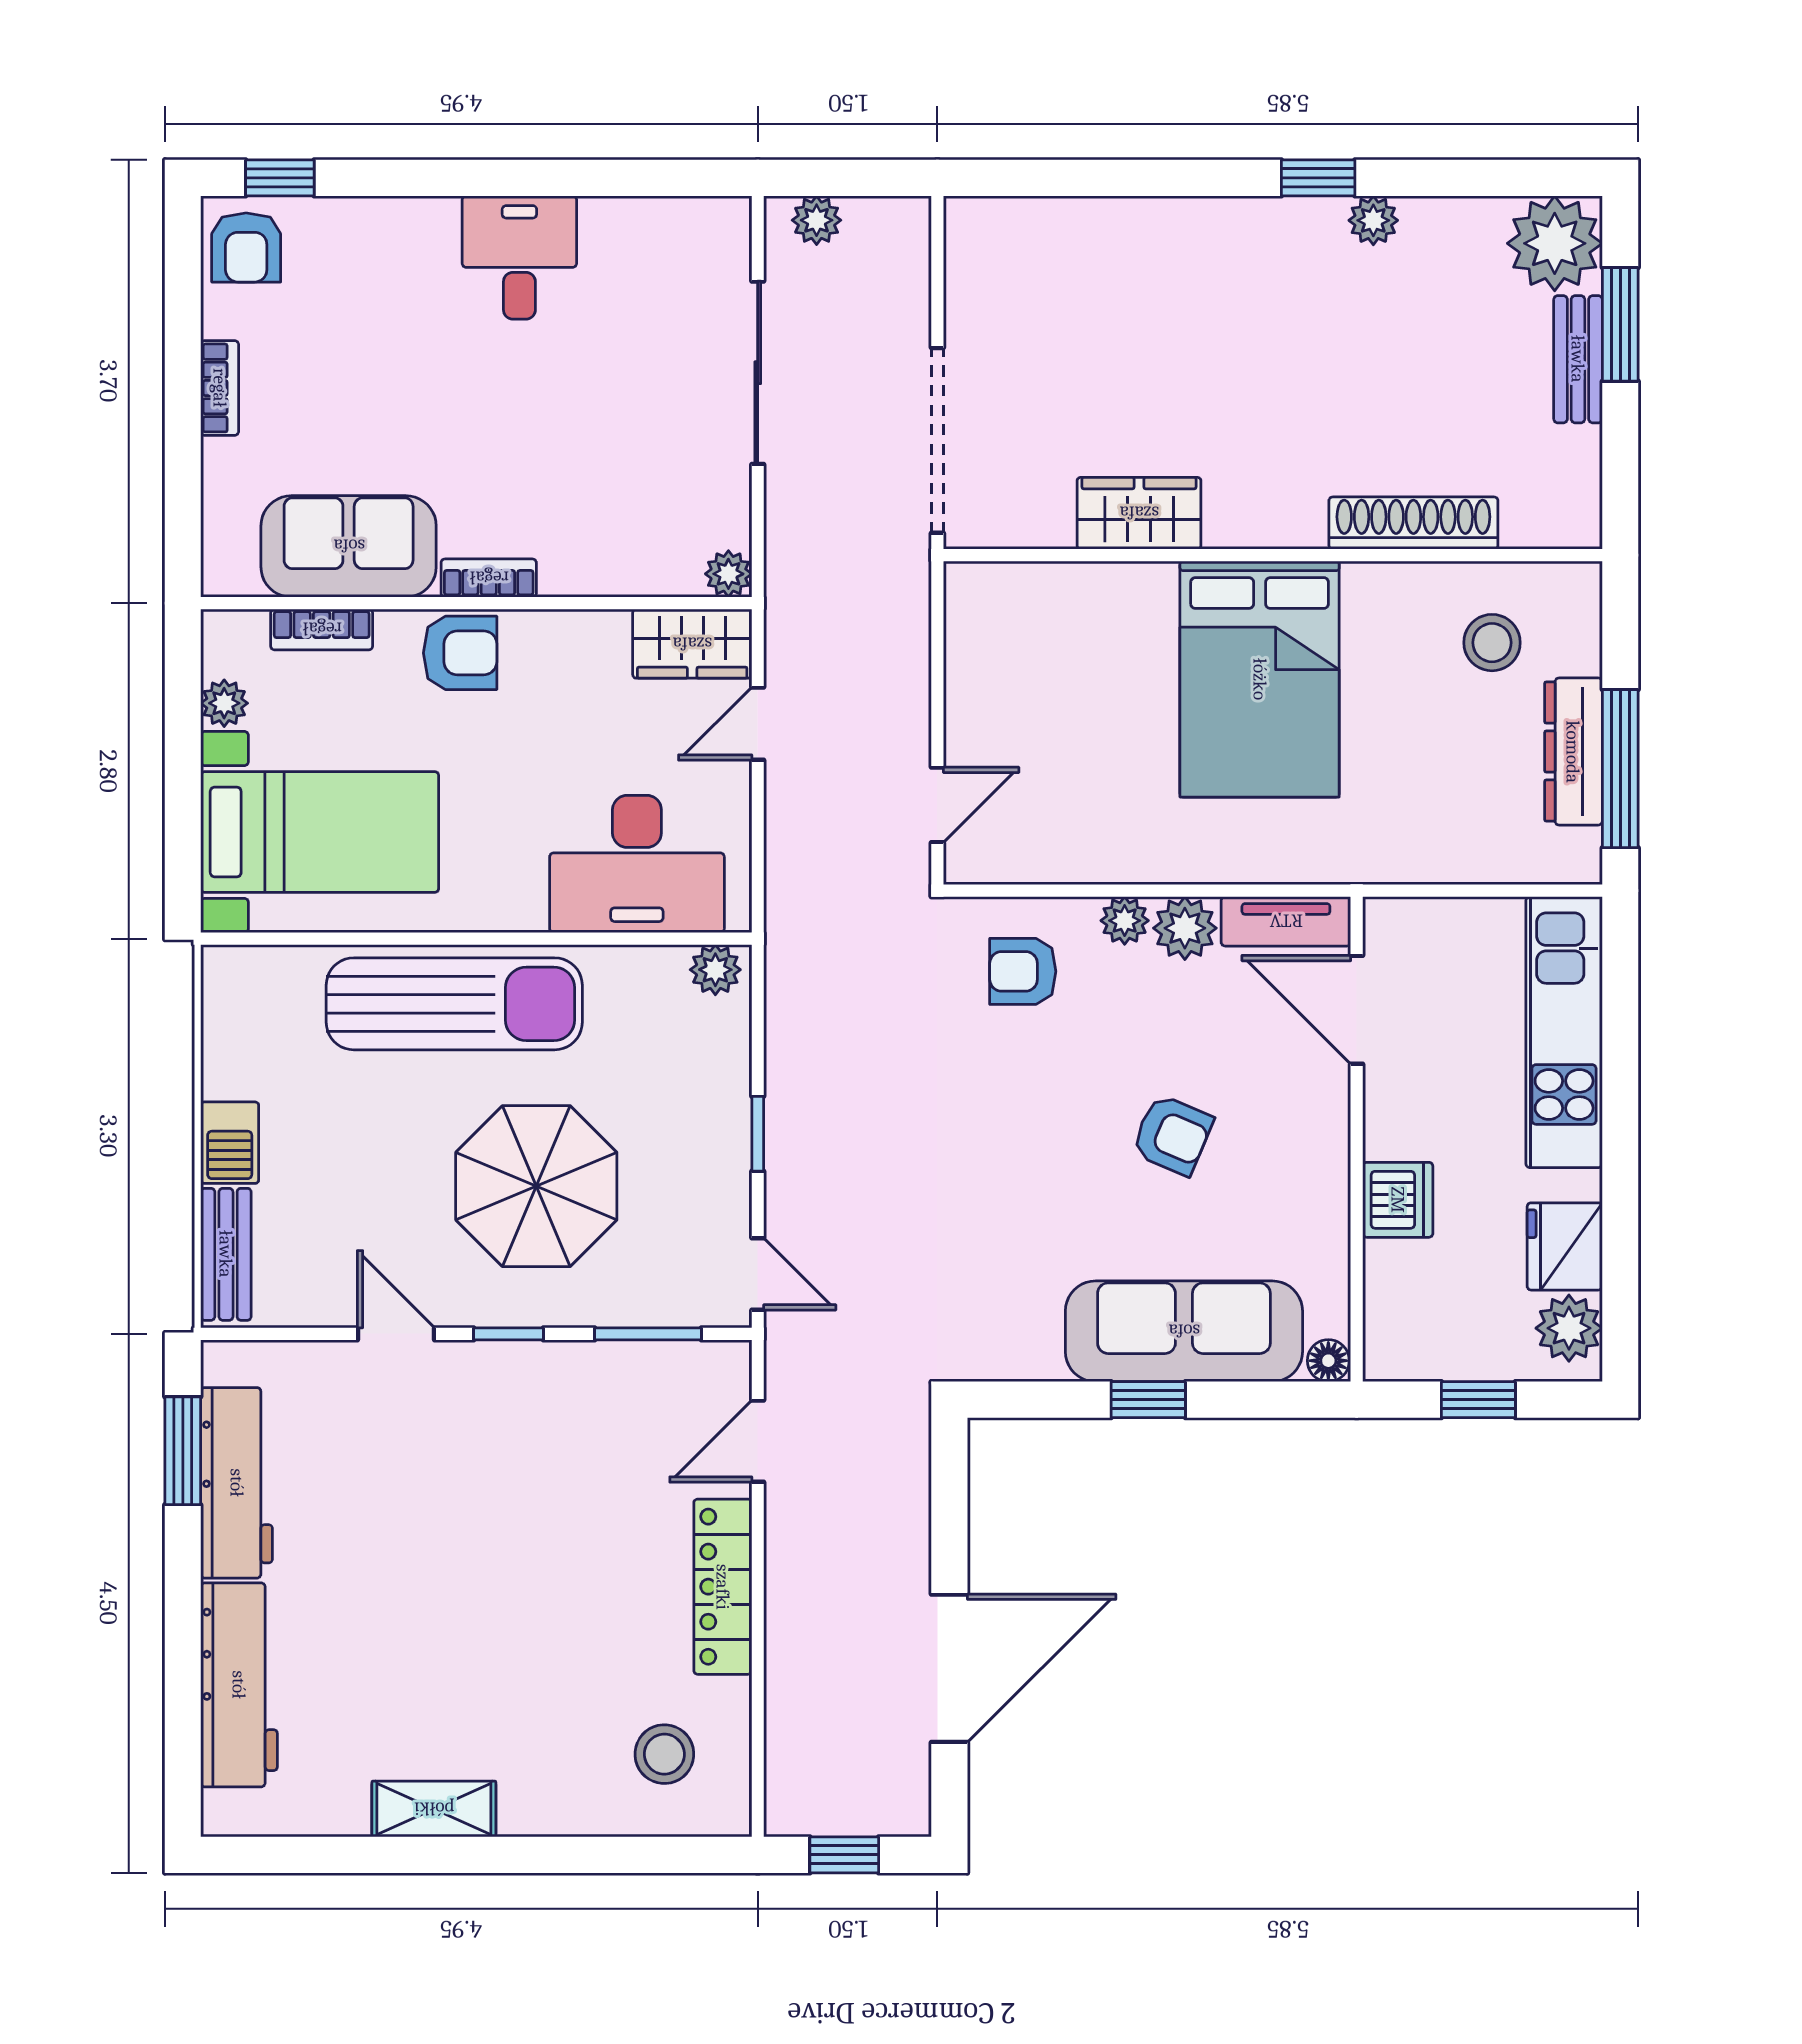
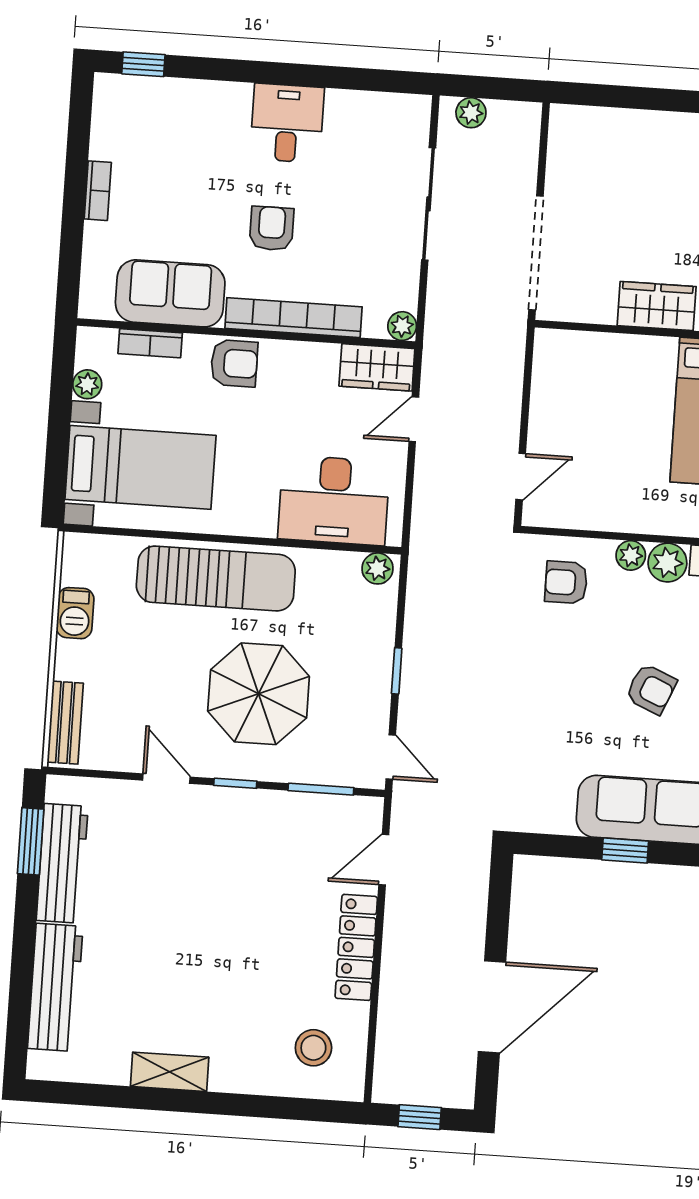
armchair: (246, 248) -> (272, 228), moved, turned 180
bookcase: (489, 578) -> (293, 318), width x2.31, depth x1.31
barbecue: (230, 1143) -> (75, 613), moved

